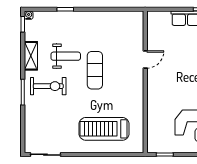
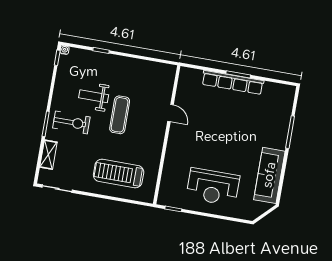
shelving: (31, 56) -> (48, 155), moved
weight bench: (66, 56) -> (94, 96), turned 180
door: (145, 60) -> (170, 113), hinge flipped

